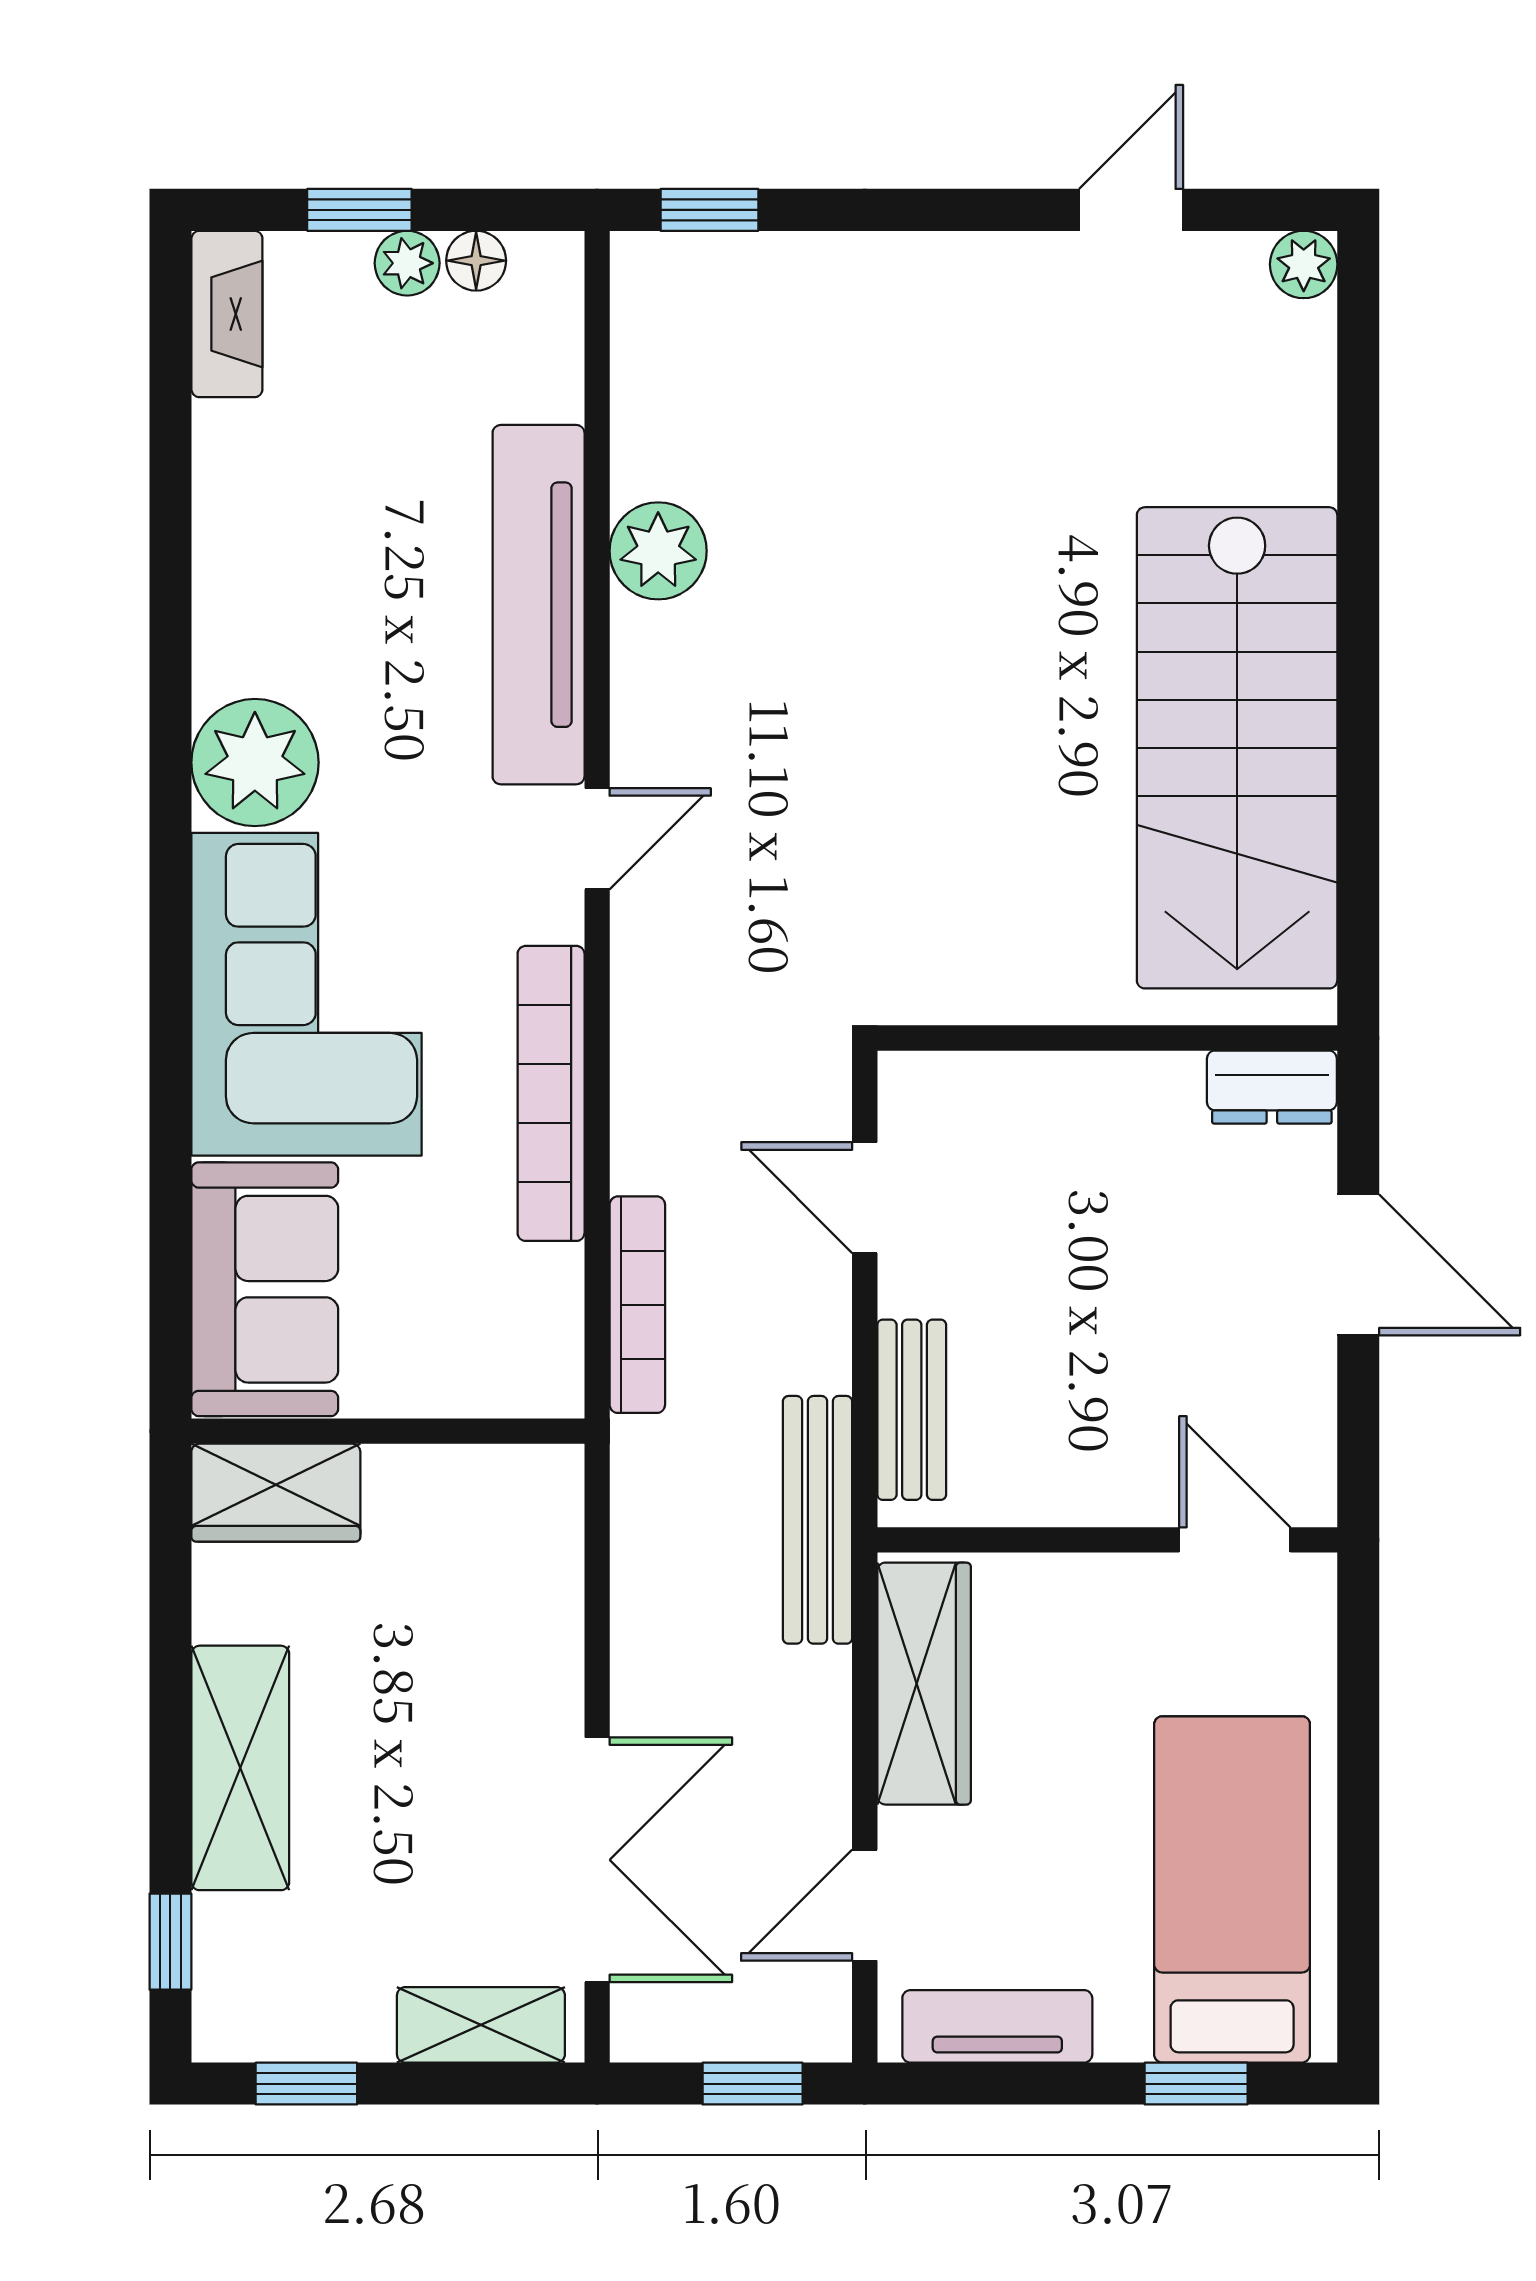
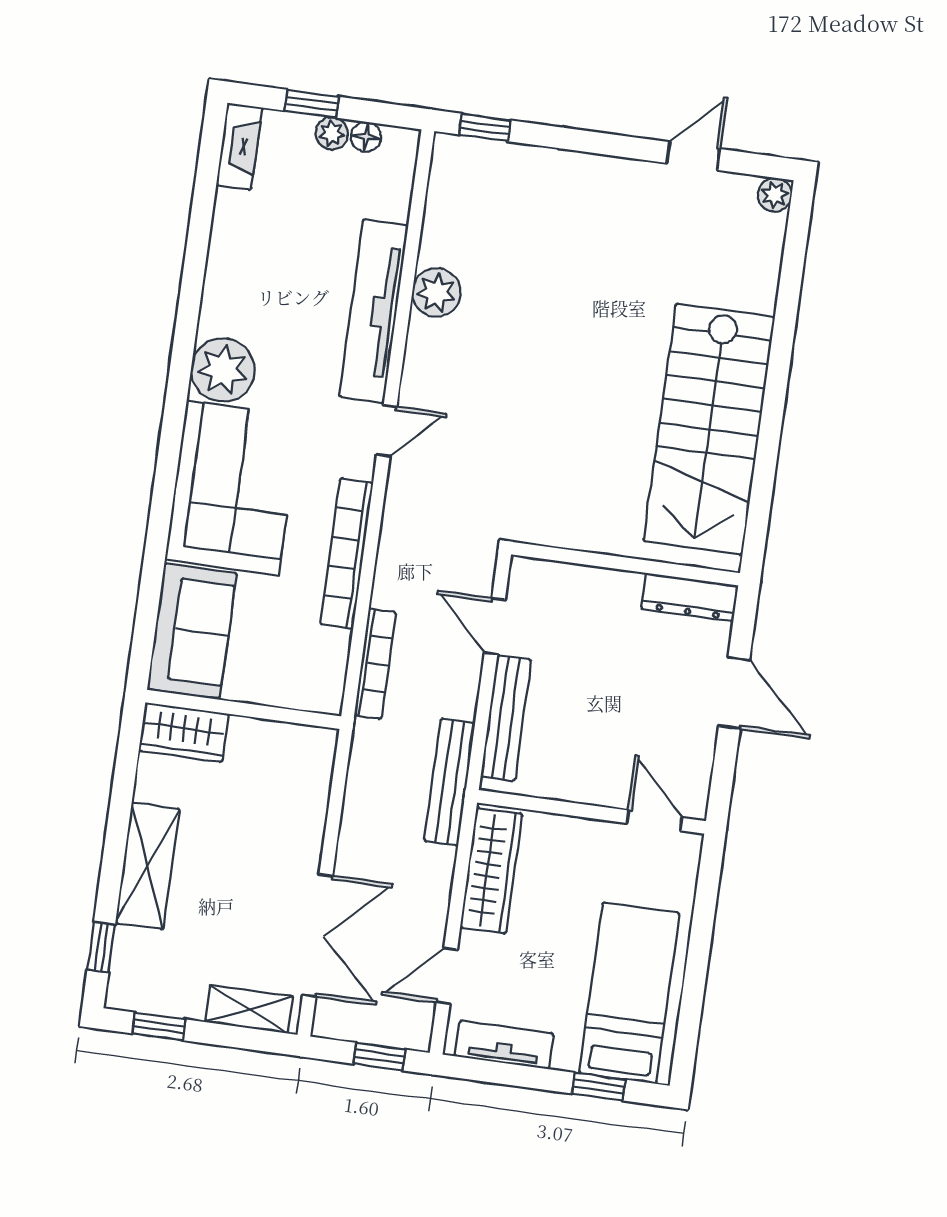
dresser: (1272, 1087) -> (689, 597), width x1.44
bench: (912, 1410) -> (506, 718), width x1.36

